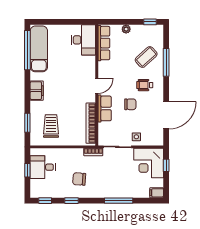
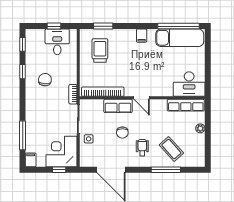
window: (150, 22) -> (208, 153), removed
filing cabinet: (37, 91) -> (142, 36), width x0.50
trolley: (51, 126) -> (100, 50), turned -90
window: (119, 201) -> (23, 135), moved

